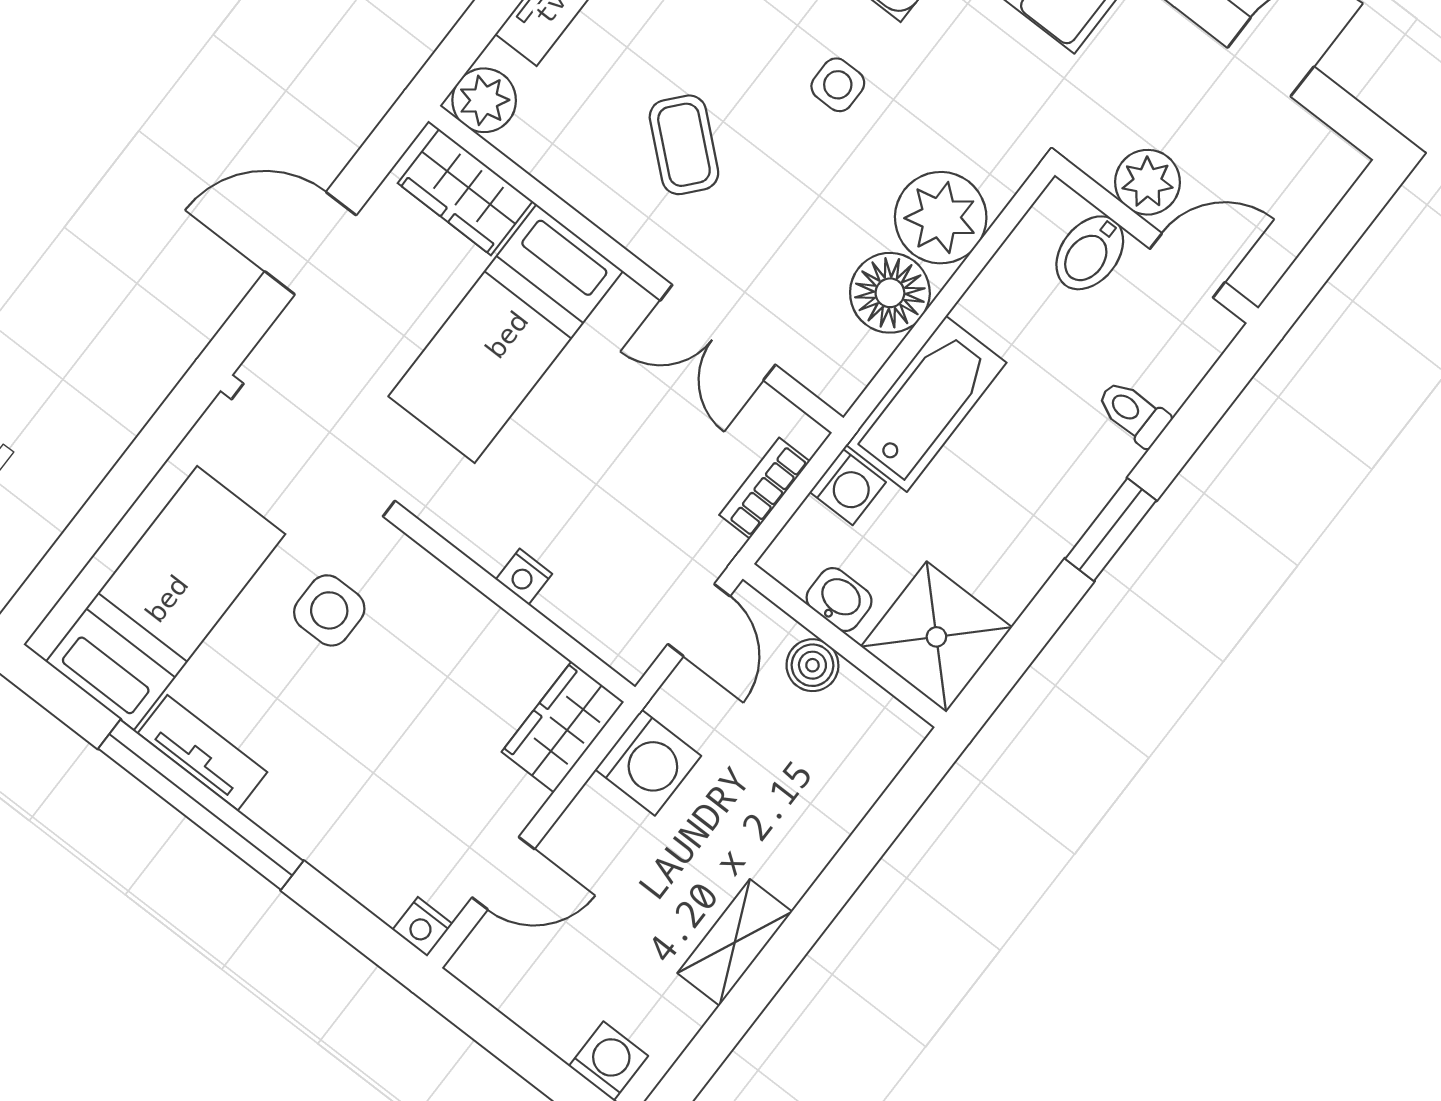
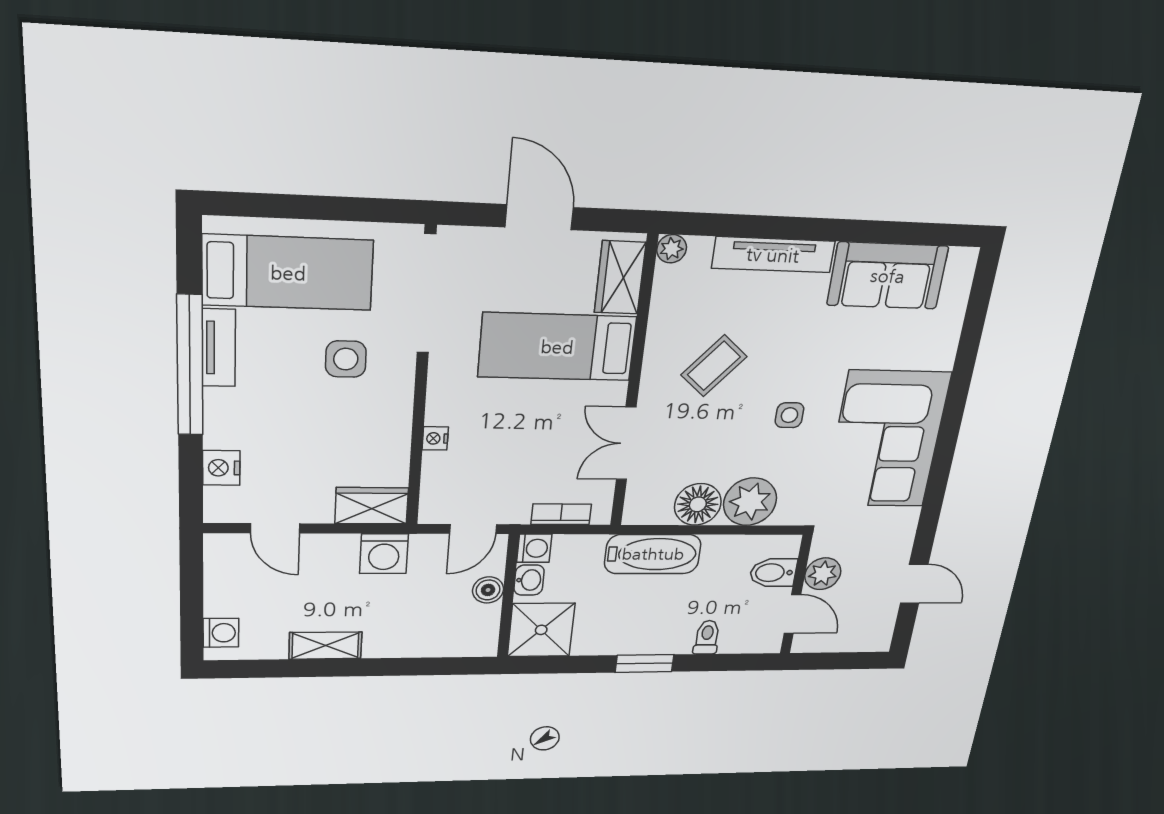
plant: (484, 100) -> (672, 249), width x0.73, depth x0.73
washing machine: (848, 487) -> (534, 548), moved, turned -90
nightstand: (422, 927) -> (221, 468), moved, width x1.39, depth x1.35

